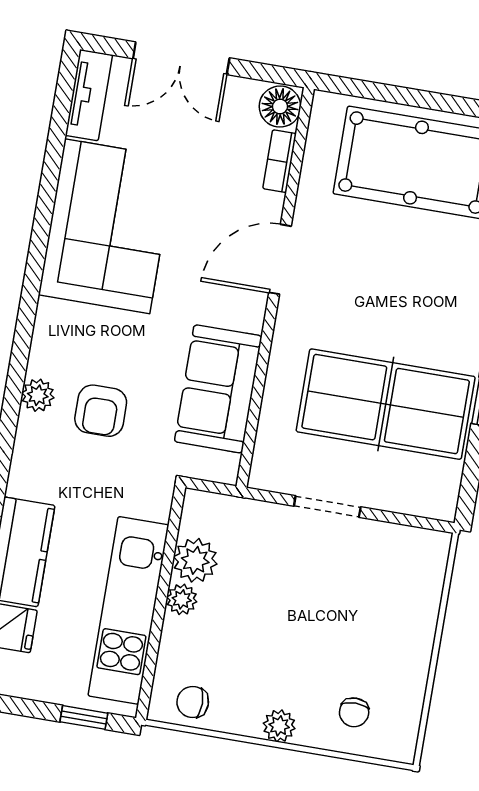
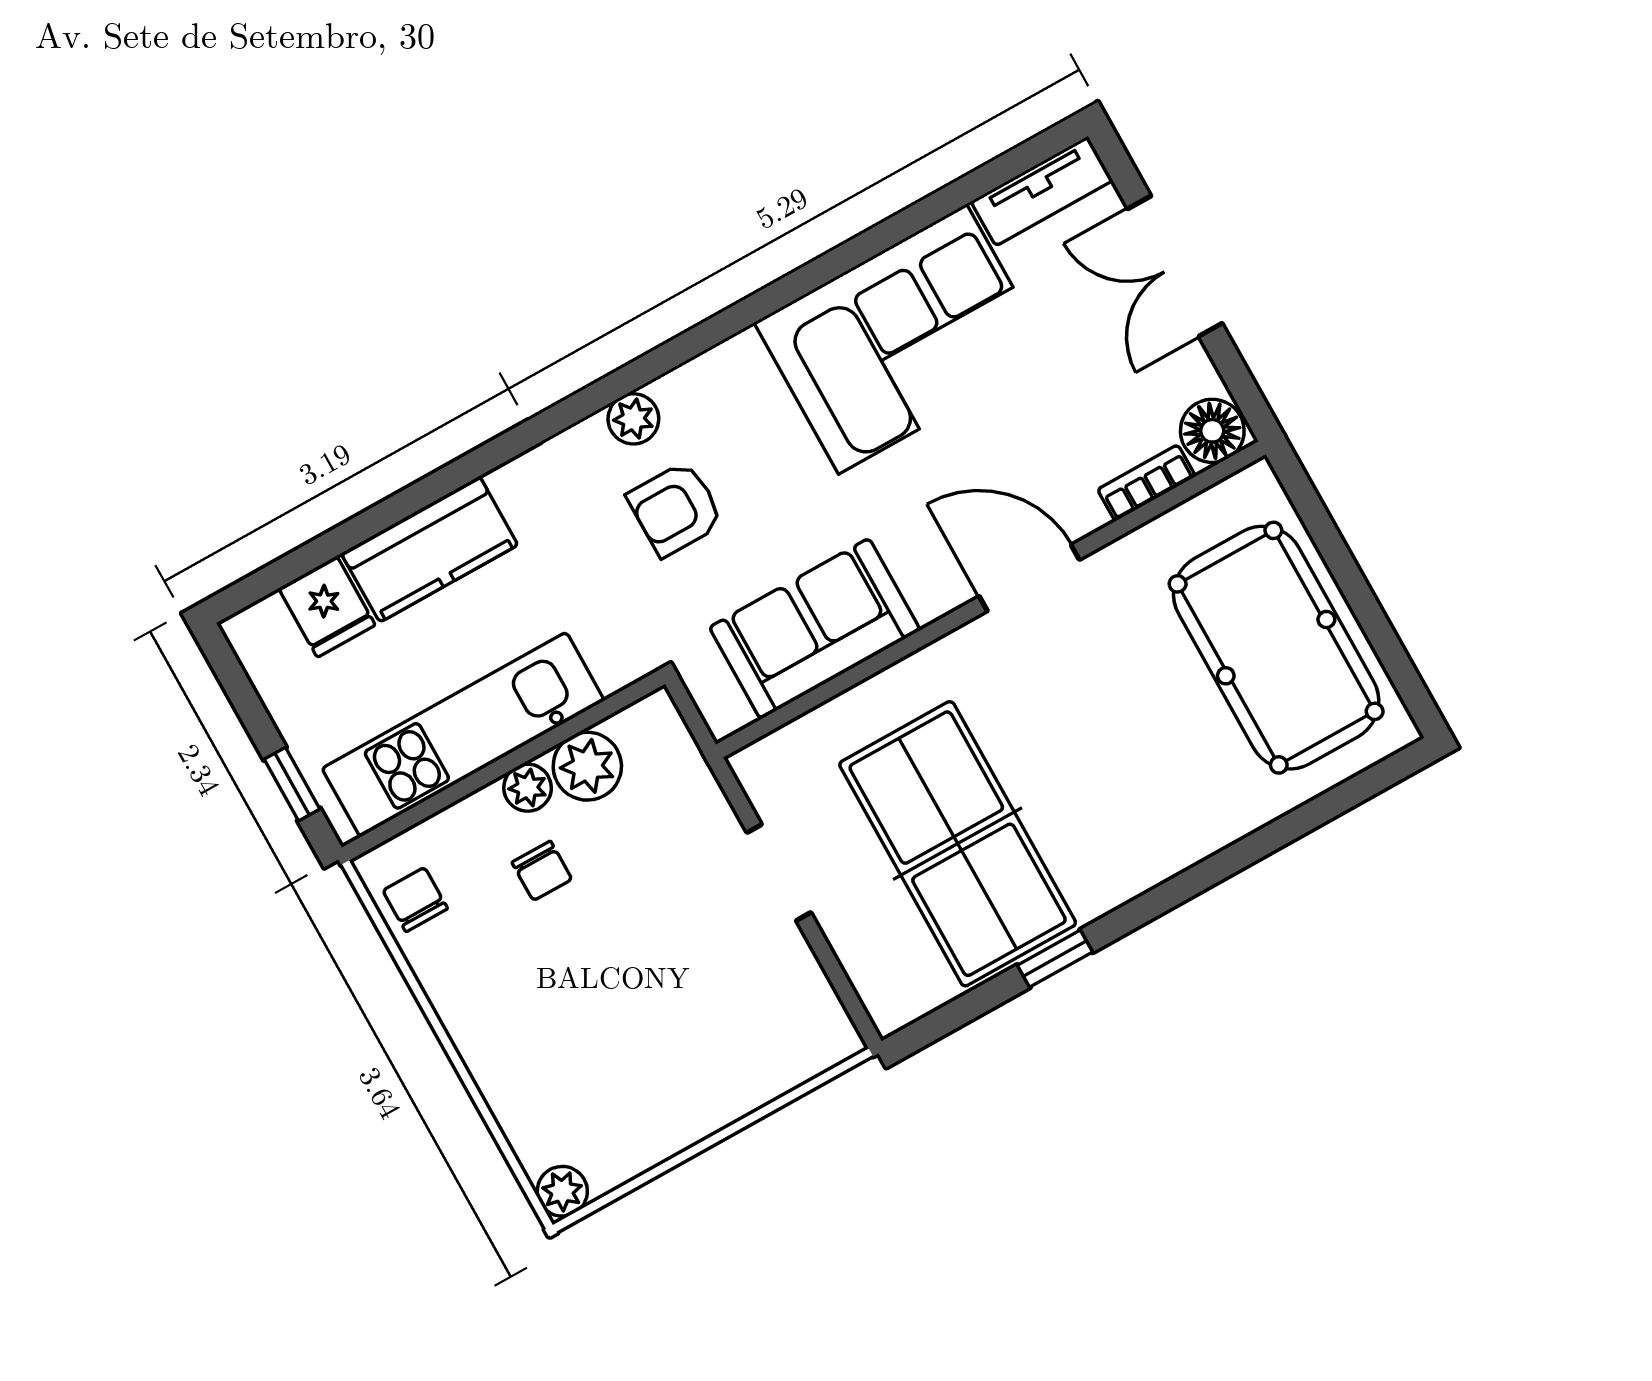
chair: (354, 712) -> (542, 871), moved, turned -90
plant: (279, 726) -> (562, 1191), moved

